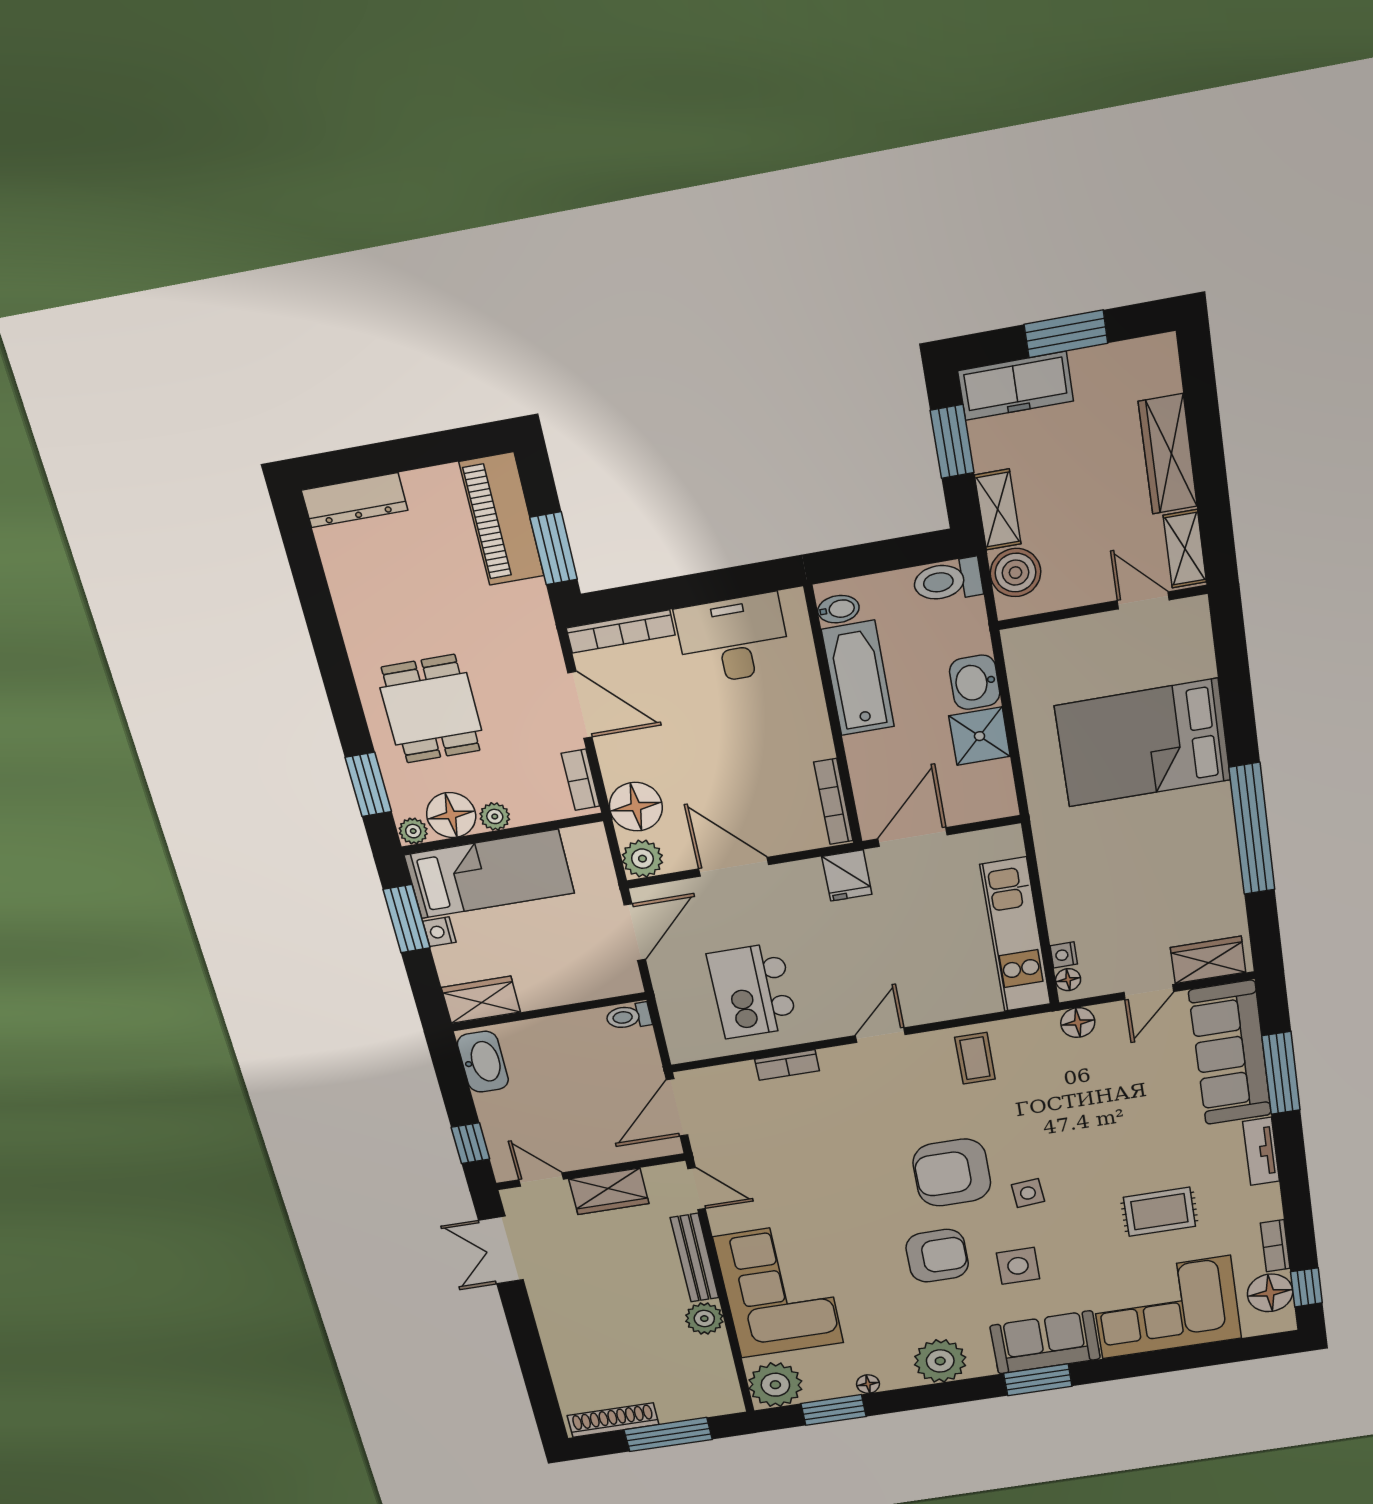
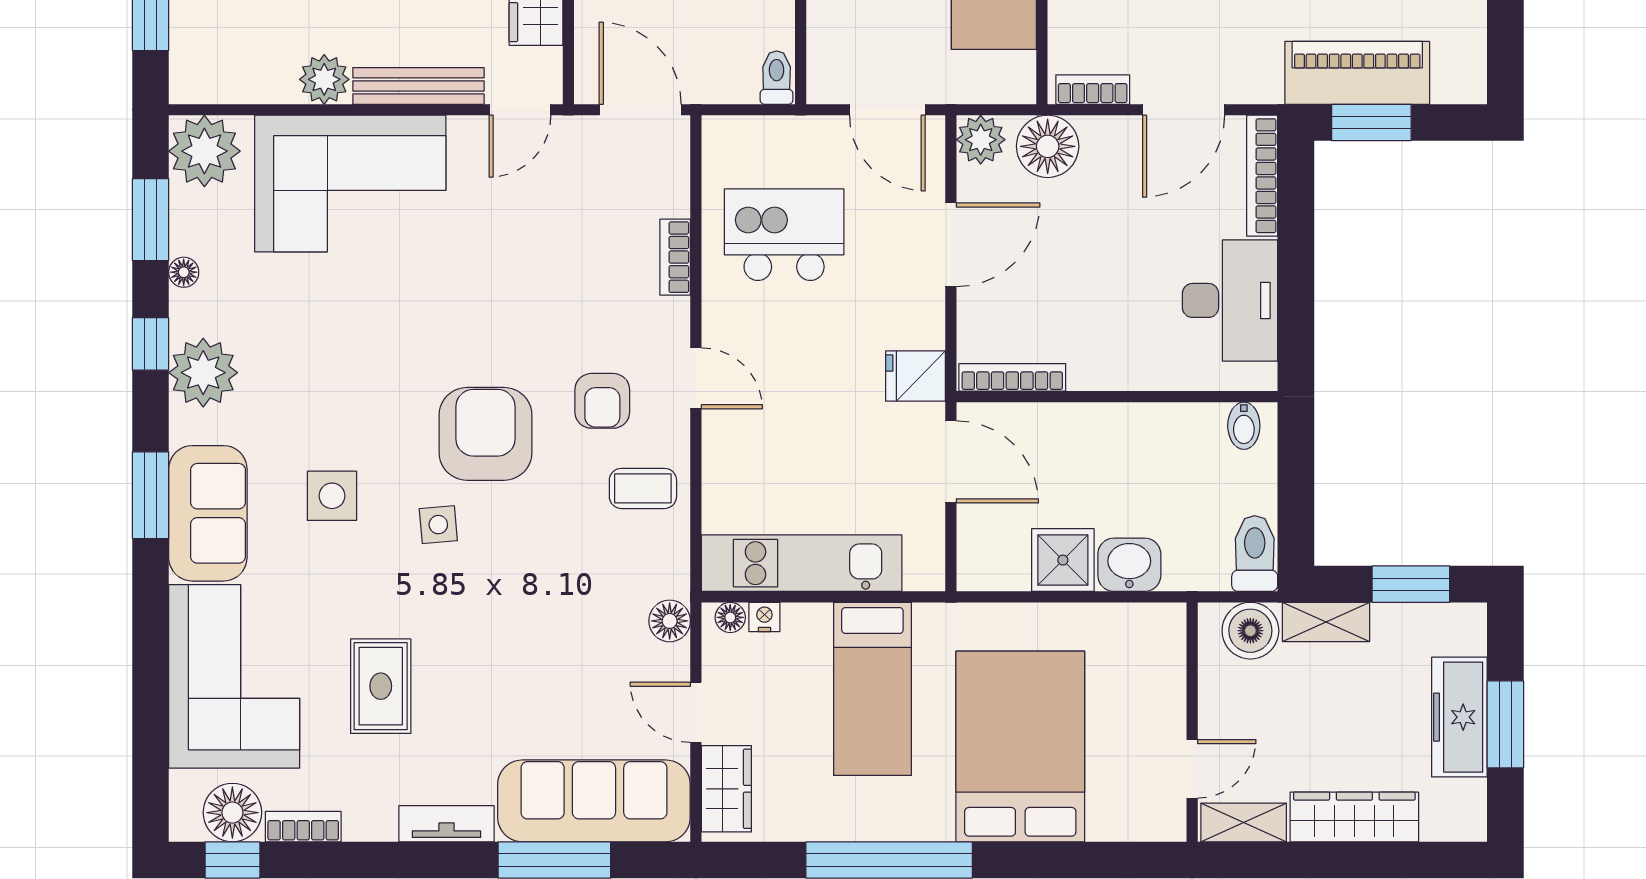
freezer: (1016, 386) -> (1459, 717), moved
piano: (502, 519) -> (1357, 73), moved
bathtub: (858, 678) -> (1158, 433), removed
bed: (1111, 865) -> (872, 689), added
armchair: (937, 1256) -> (602, 401), moved, width x0.72, depth x0.72
window: (925, 1396) -> (150, 344), added

